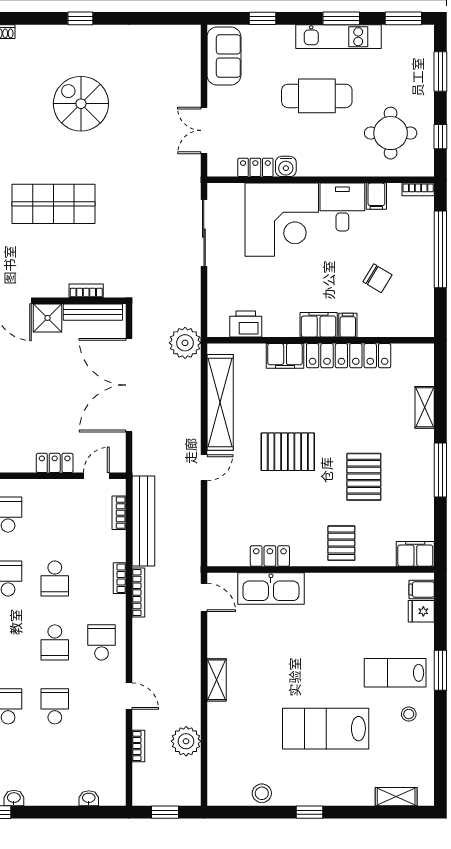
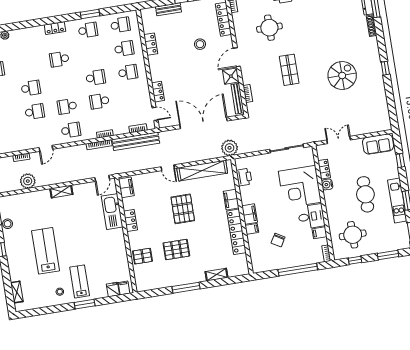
shop shelf: (53, 204) -> (289, 70), width x0.70, depth x0.74
pallet: (341, 543) -> (142, 256), moved
filing cabinet: (415, 554) -> (126, 187), moved
locker: (270, 556) -> (130, 221), moved

